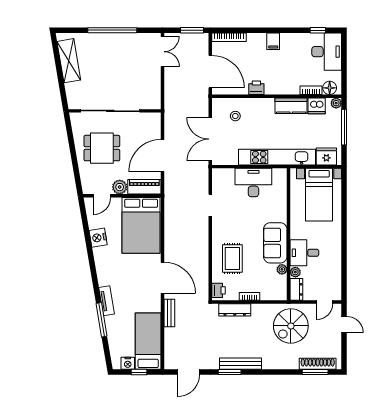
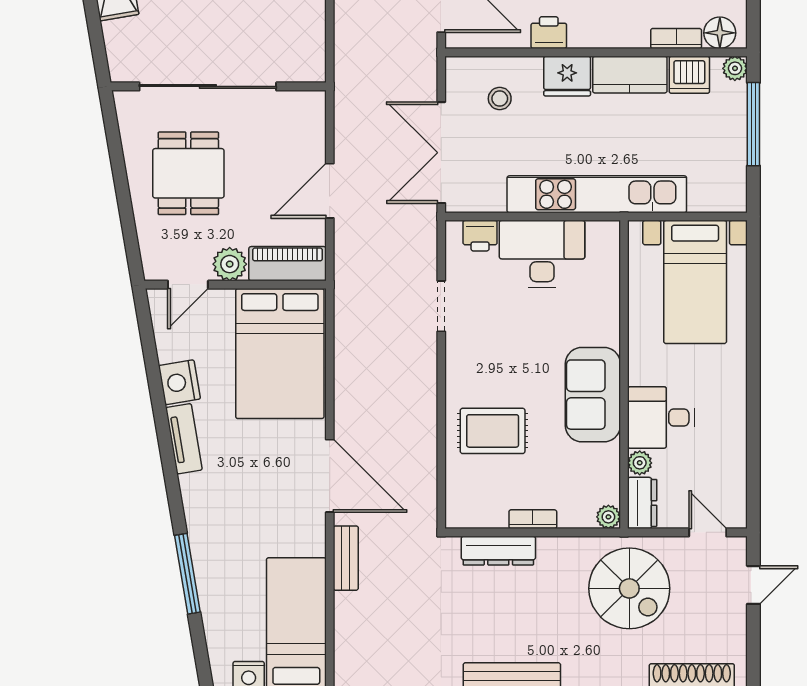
dining table: (102, 148) -> (188, 173), turned 90
door: (162, 156) -> (330, 191), width x0.73
fridge: (326, 156) -> (567, 76), moved, turned 180
rug: (232, 258) -> (493, 431), turned 90
plant: (282, 269) -> (608, 517), moved
printer: (218, 290) -> (480, 236), moved, turned 90
tv unit: (107, 301) -> (184, 439), moved
door: (324, 302) -> (708, 532), swing flipped
door: (344, 325) -> (753, 585), hinge flipped
spiral stairs: (291, 326) -> (629, 588), turned -90

